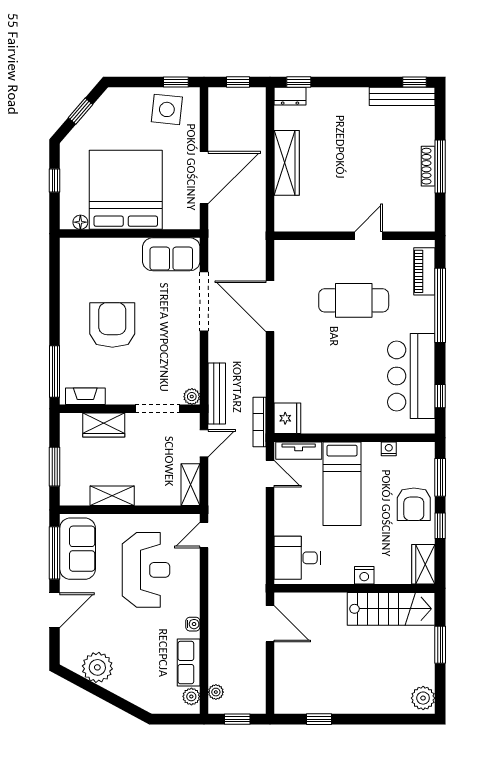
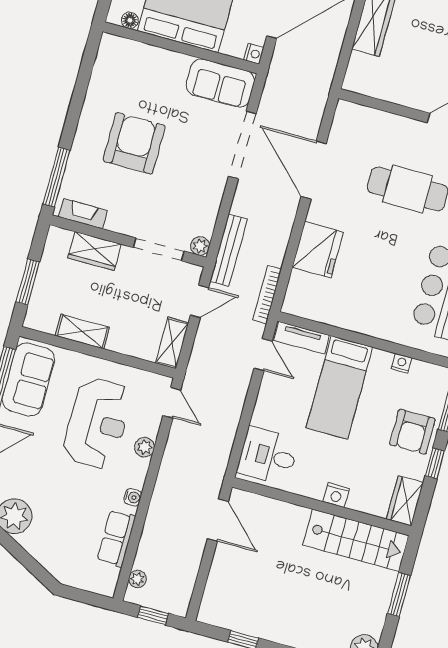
nightstand: (193, 222) -> (254, 54), added
fridge: (287, 418) -> (318, 250), moved, width x1.36, depth x1.34
door: (204, 535) -> (172, 403), swing flipped
plant: (191, 696) -> (145, 447), moved

